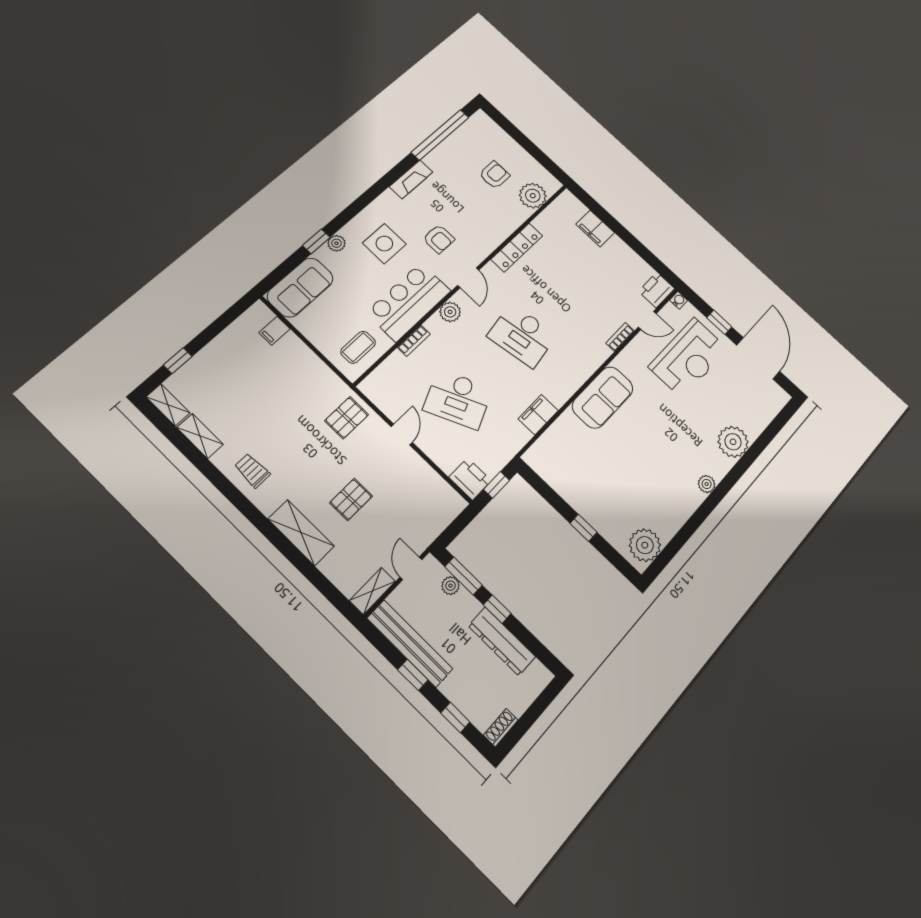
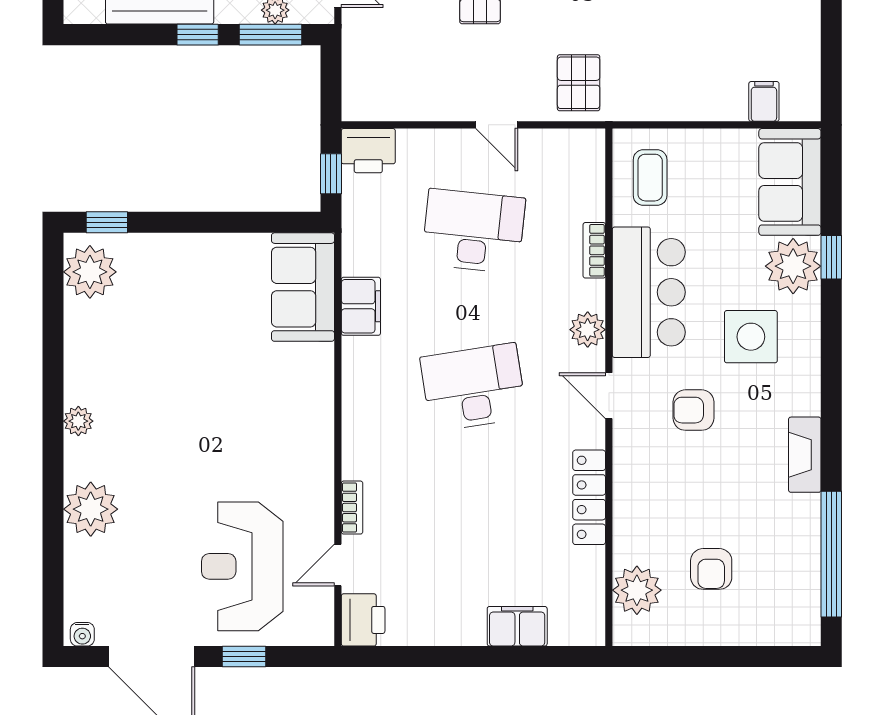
plant: (337, 243) -> (793, 266), width x1.87, depth x1.87
water cooler: (679, 300) -> (82, 634), moved
sofa: (603, 397) -> (303, 287), moved
desk: (458, 399) -> (473, 231), turned 30
window: (584, 528) -> (107, 222), moved

